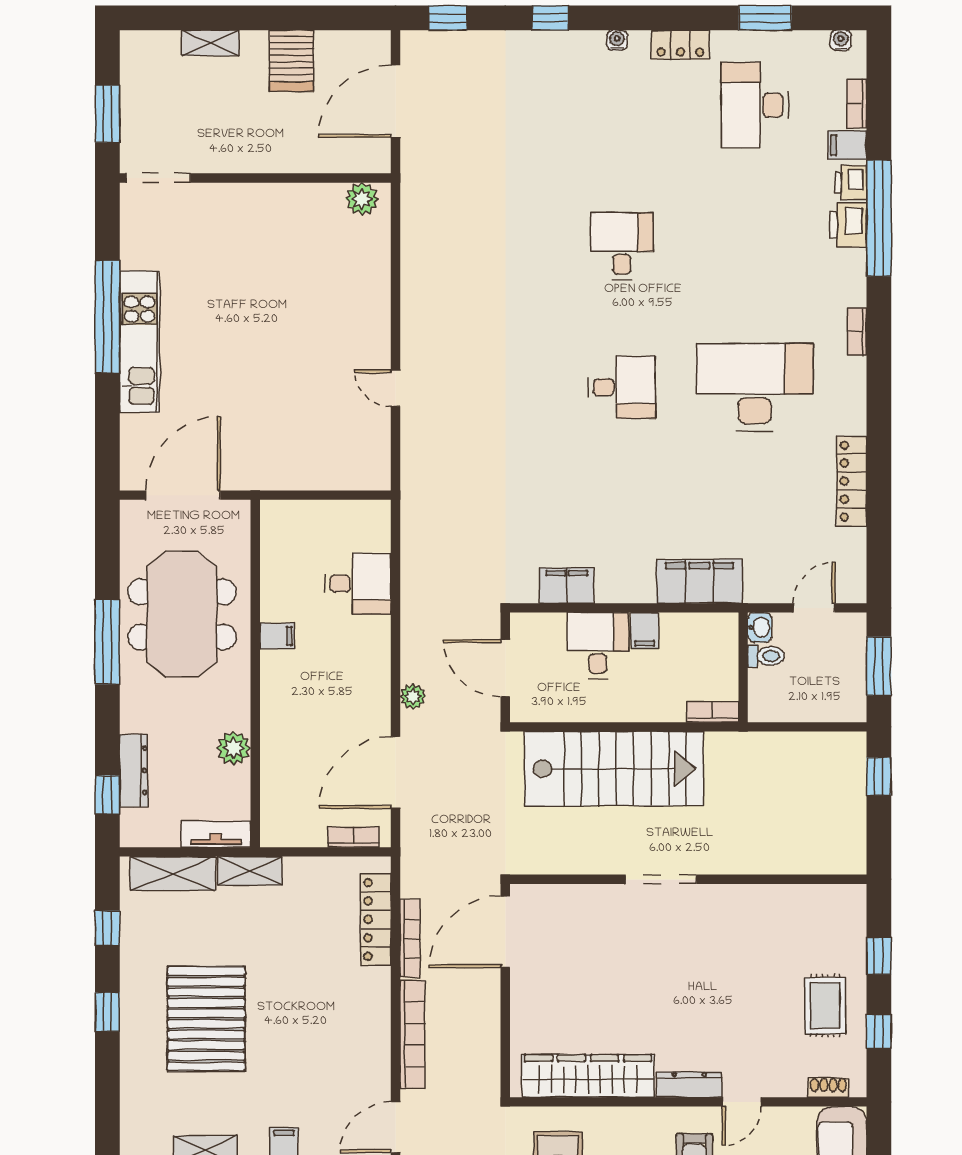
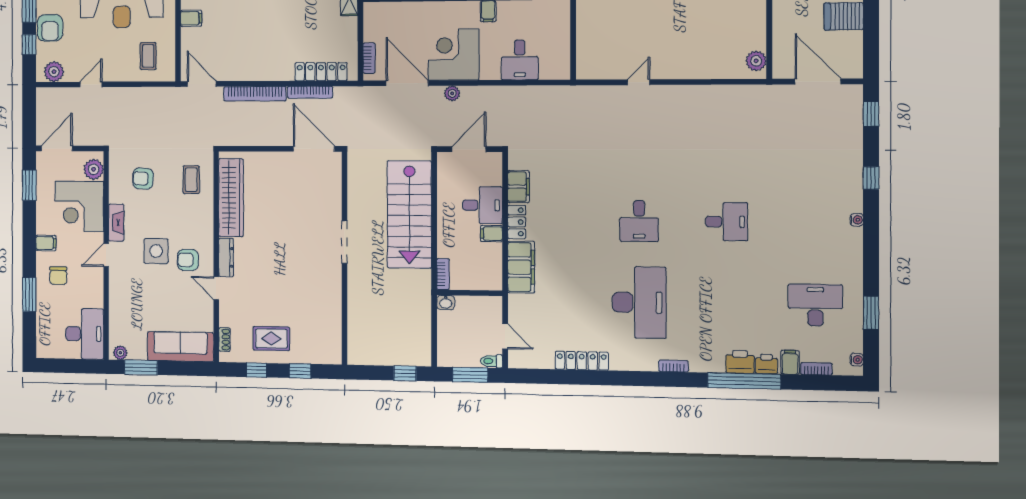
locker: (680, 45) -> (517, 222), moved, turned 180
washbasin: (760, 627) -> (446, 302), moved
toilet: (766, 656) -> (491, 361), moved, turned 90
corner desk: (348, 694) -> (454, 55), added

